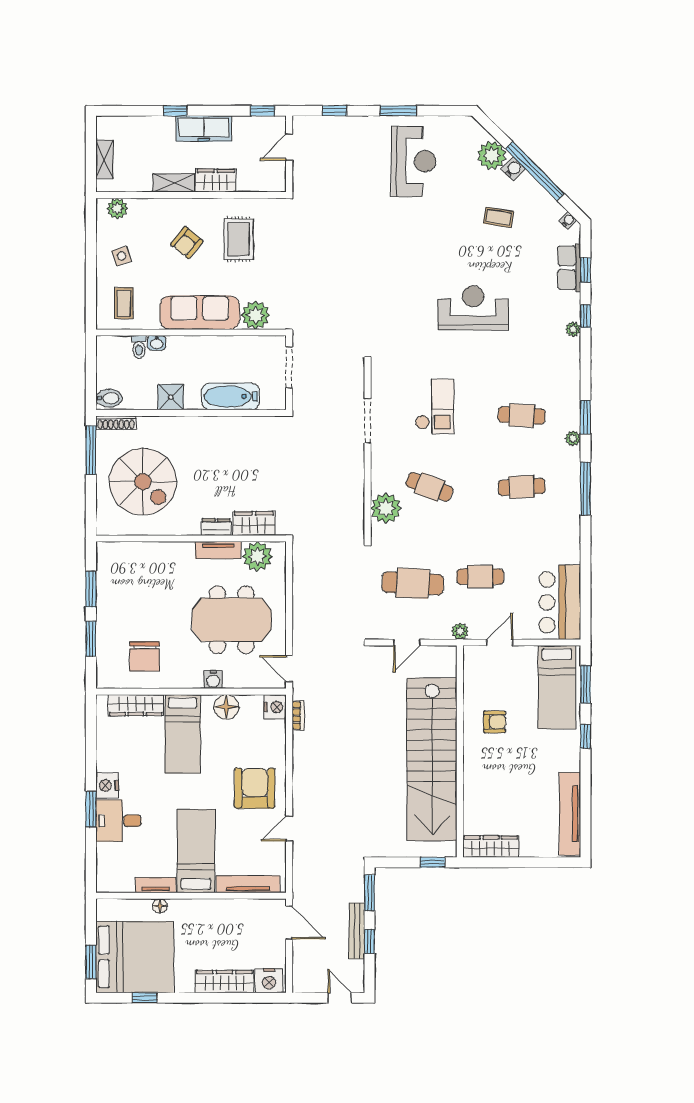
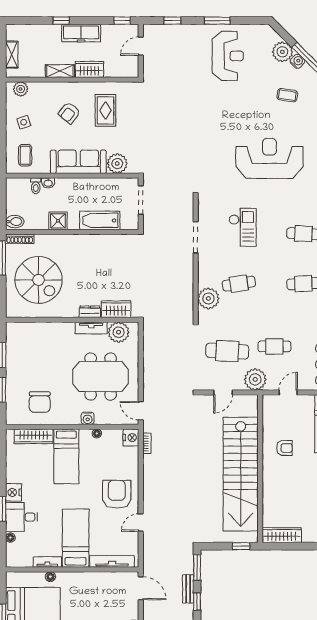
reception desk: (473, 308) -> (269, 158), width x1.36, depth x1.30
cafe table: (429, 487) -> (239, 284), turned -30
plant: (460, 631) -> (255, 379), width x1.87, depth x1.87
floor lamp: (226, 707) -> (97, 433), width x0.53, depth x0.53
floor lamp: (103, 850) -> (10, 538), added
bench: (357, 931) -> (188, 589), width x0.73

